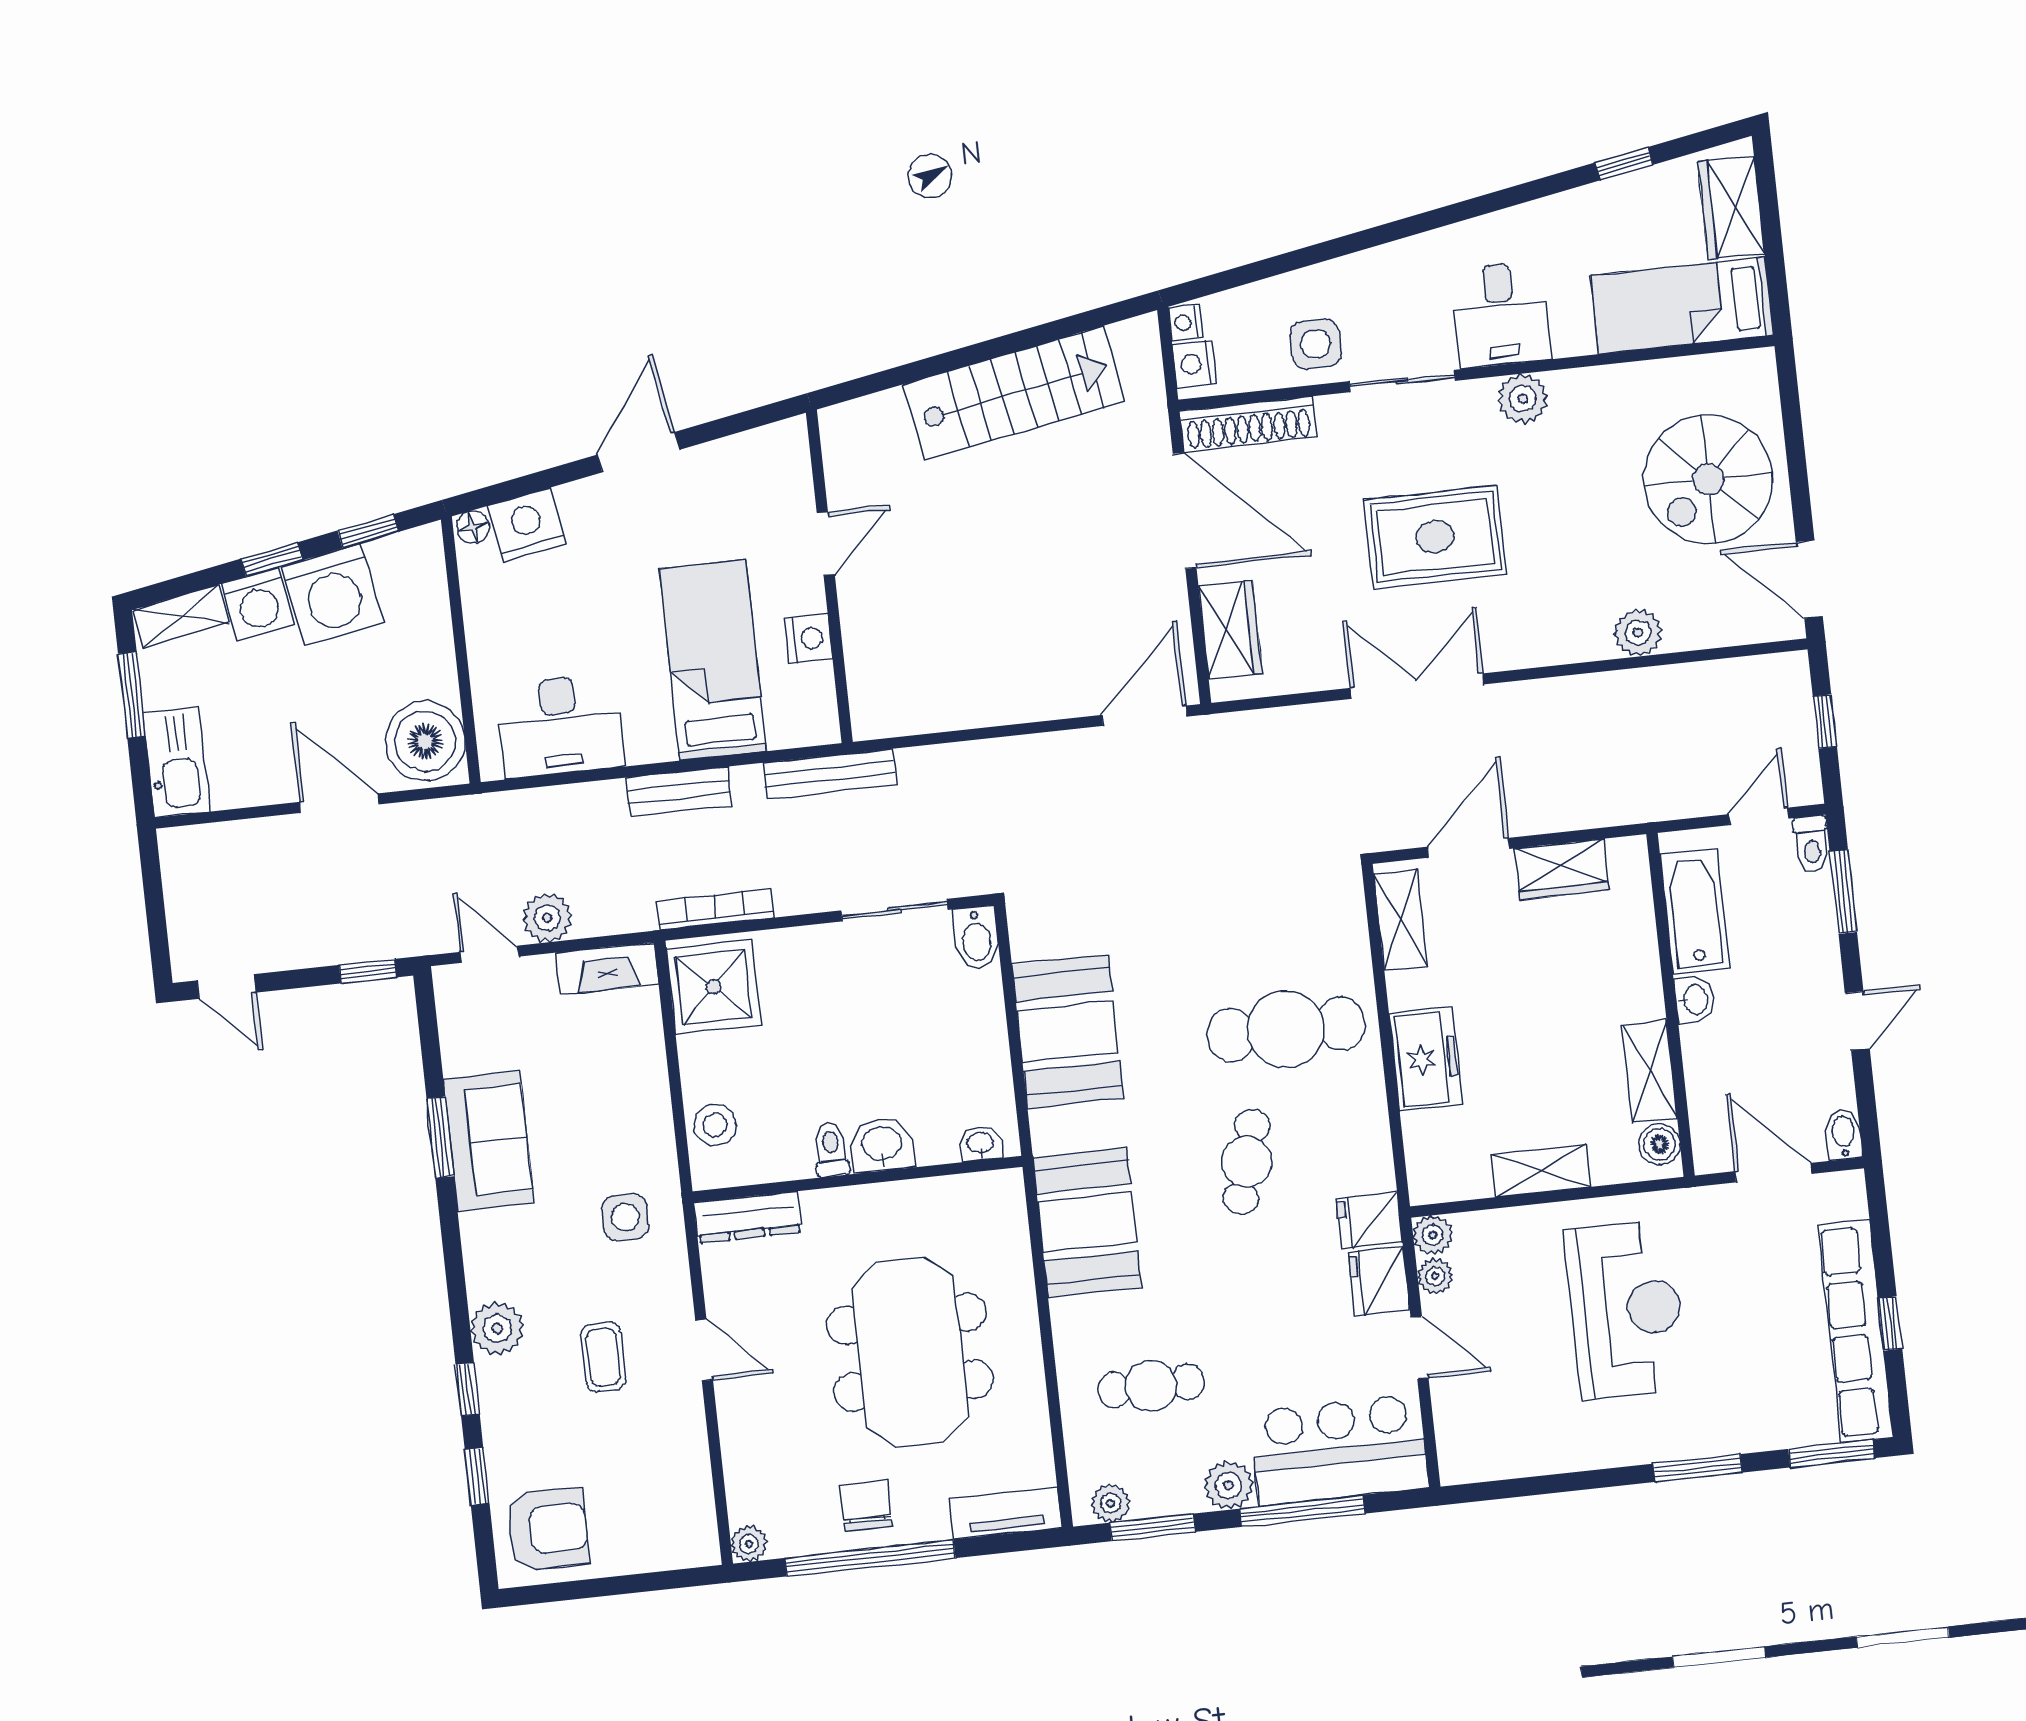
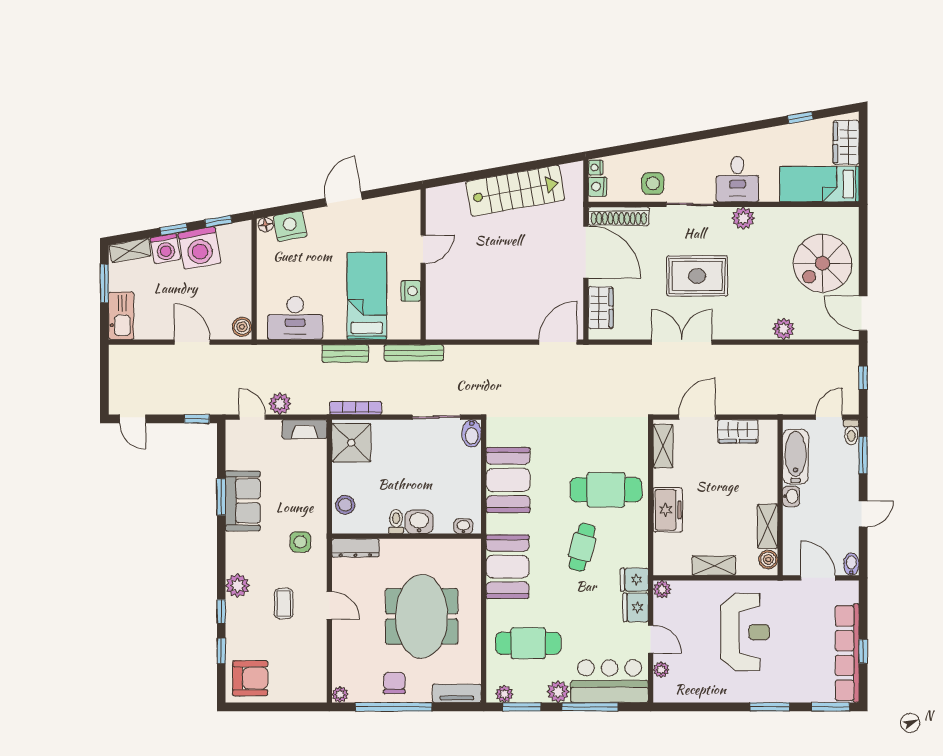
boiler: (425, 741) -> (242, 327), width x0.54, depth x0.54
plant: (1435, 1276) -> (661, 670), moved
cafe table: (1151, 1386) -> (528, 643), width x1.37, depth x1.35

